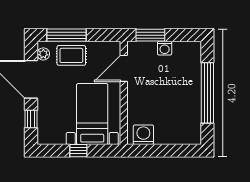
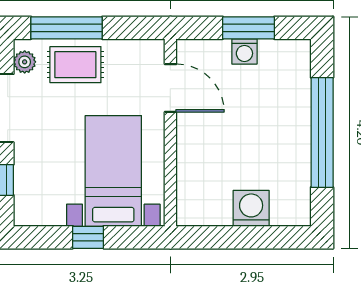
window: (150, 35) -> (248, 28), moved
door: (124, 68) -> (170, 88), swing flipped
washing machine: (143, 135) -> (251, 208), moved

